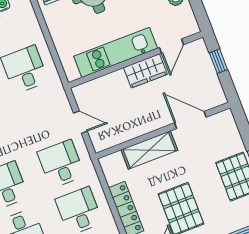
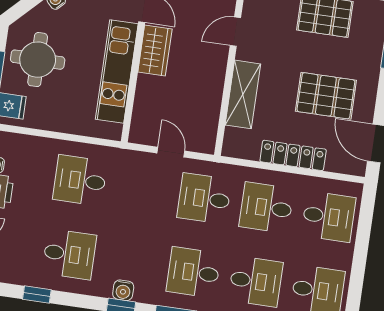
door: (190, 120) -> (235, 32), width x0.73
door: (80, 122) -> (171, 152), hinge flipped

